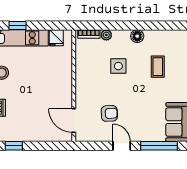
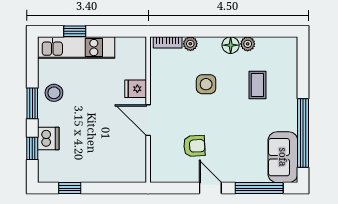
plant: (150, 35) -> (248, 44), added
fridge: (56, 38) -> (136, 89), moved, turned 90
door: (74, 120) -> (148, 120), moved

